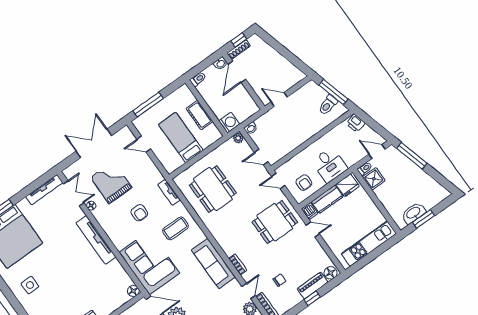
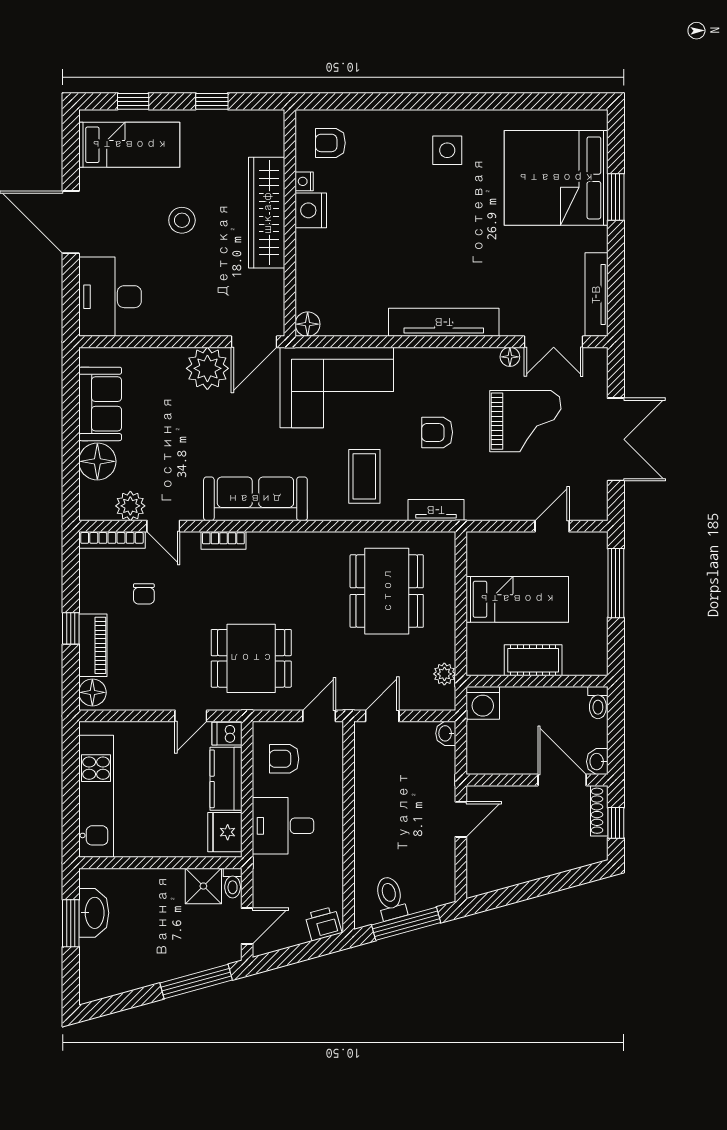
plant: (238, 138) -> (444, 674), moved
dining table: (213, 189) -> (387, 591), turned 90
dining table: (275, 222) -> (251, 658), turned 90

